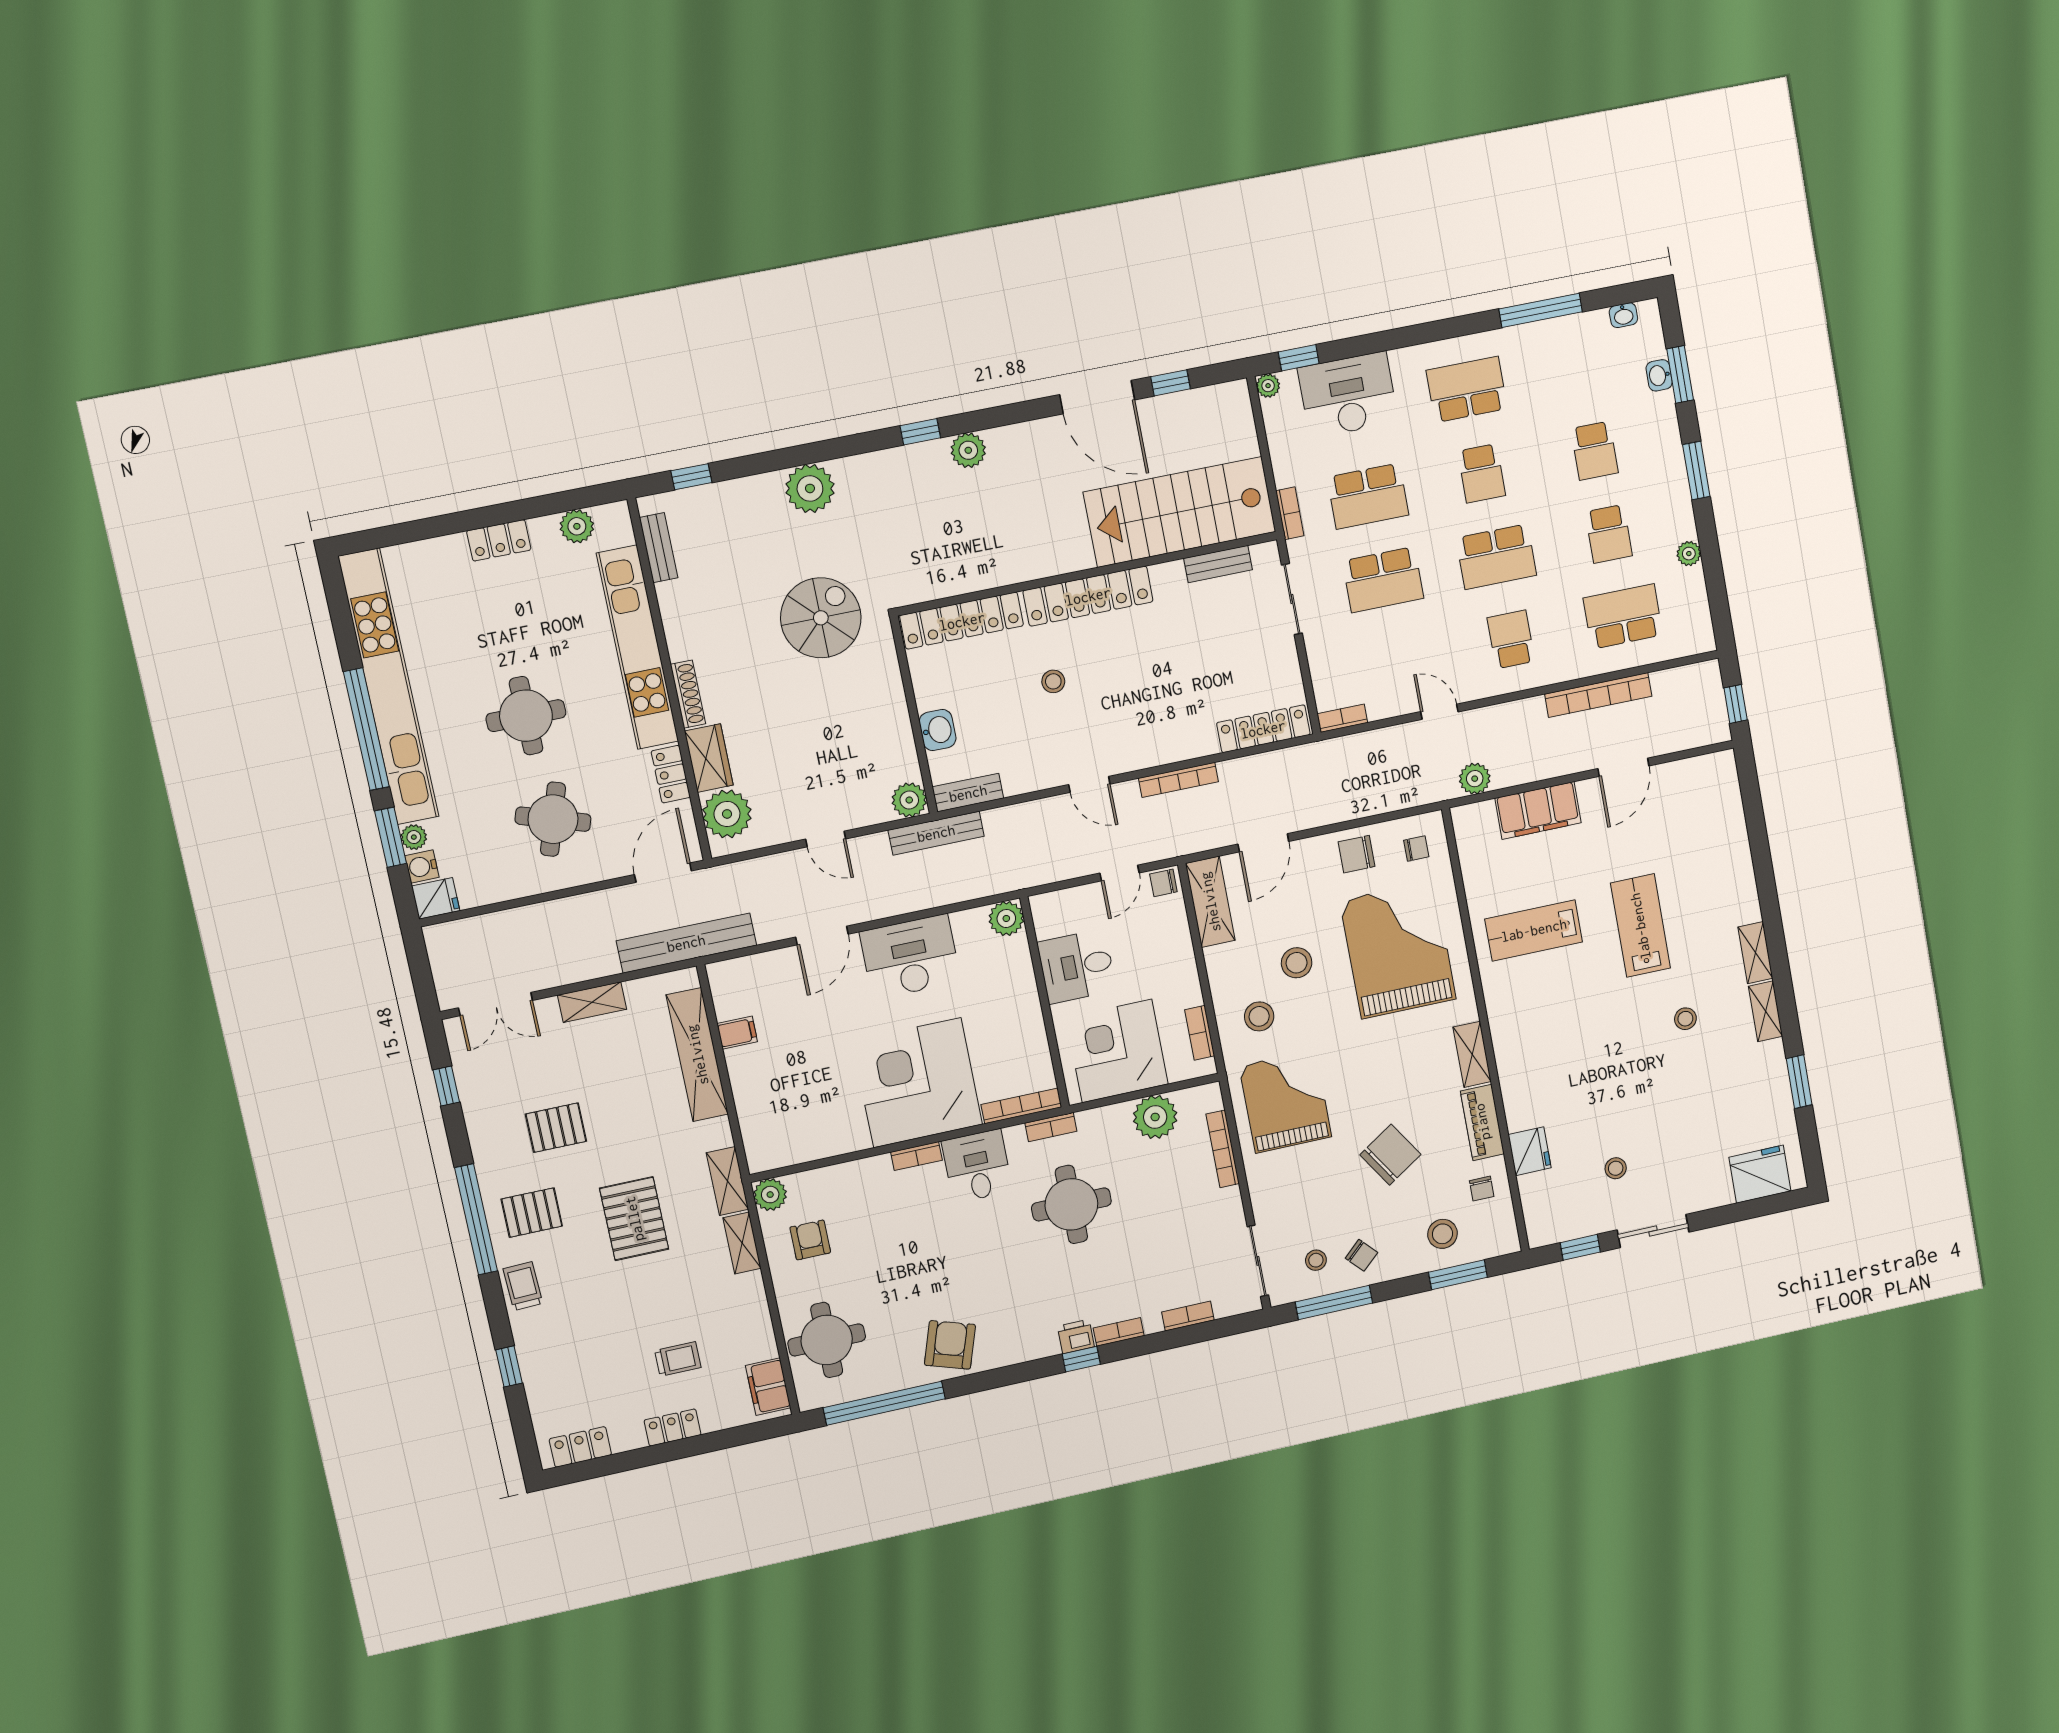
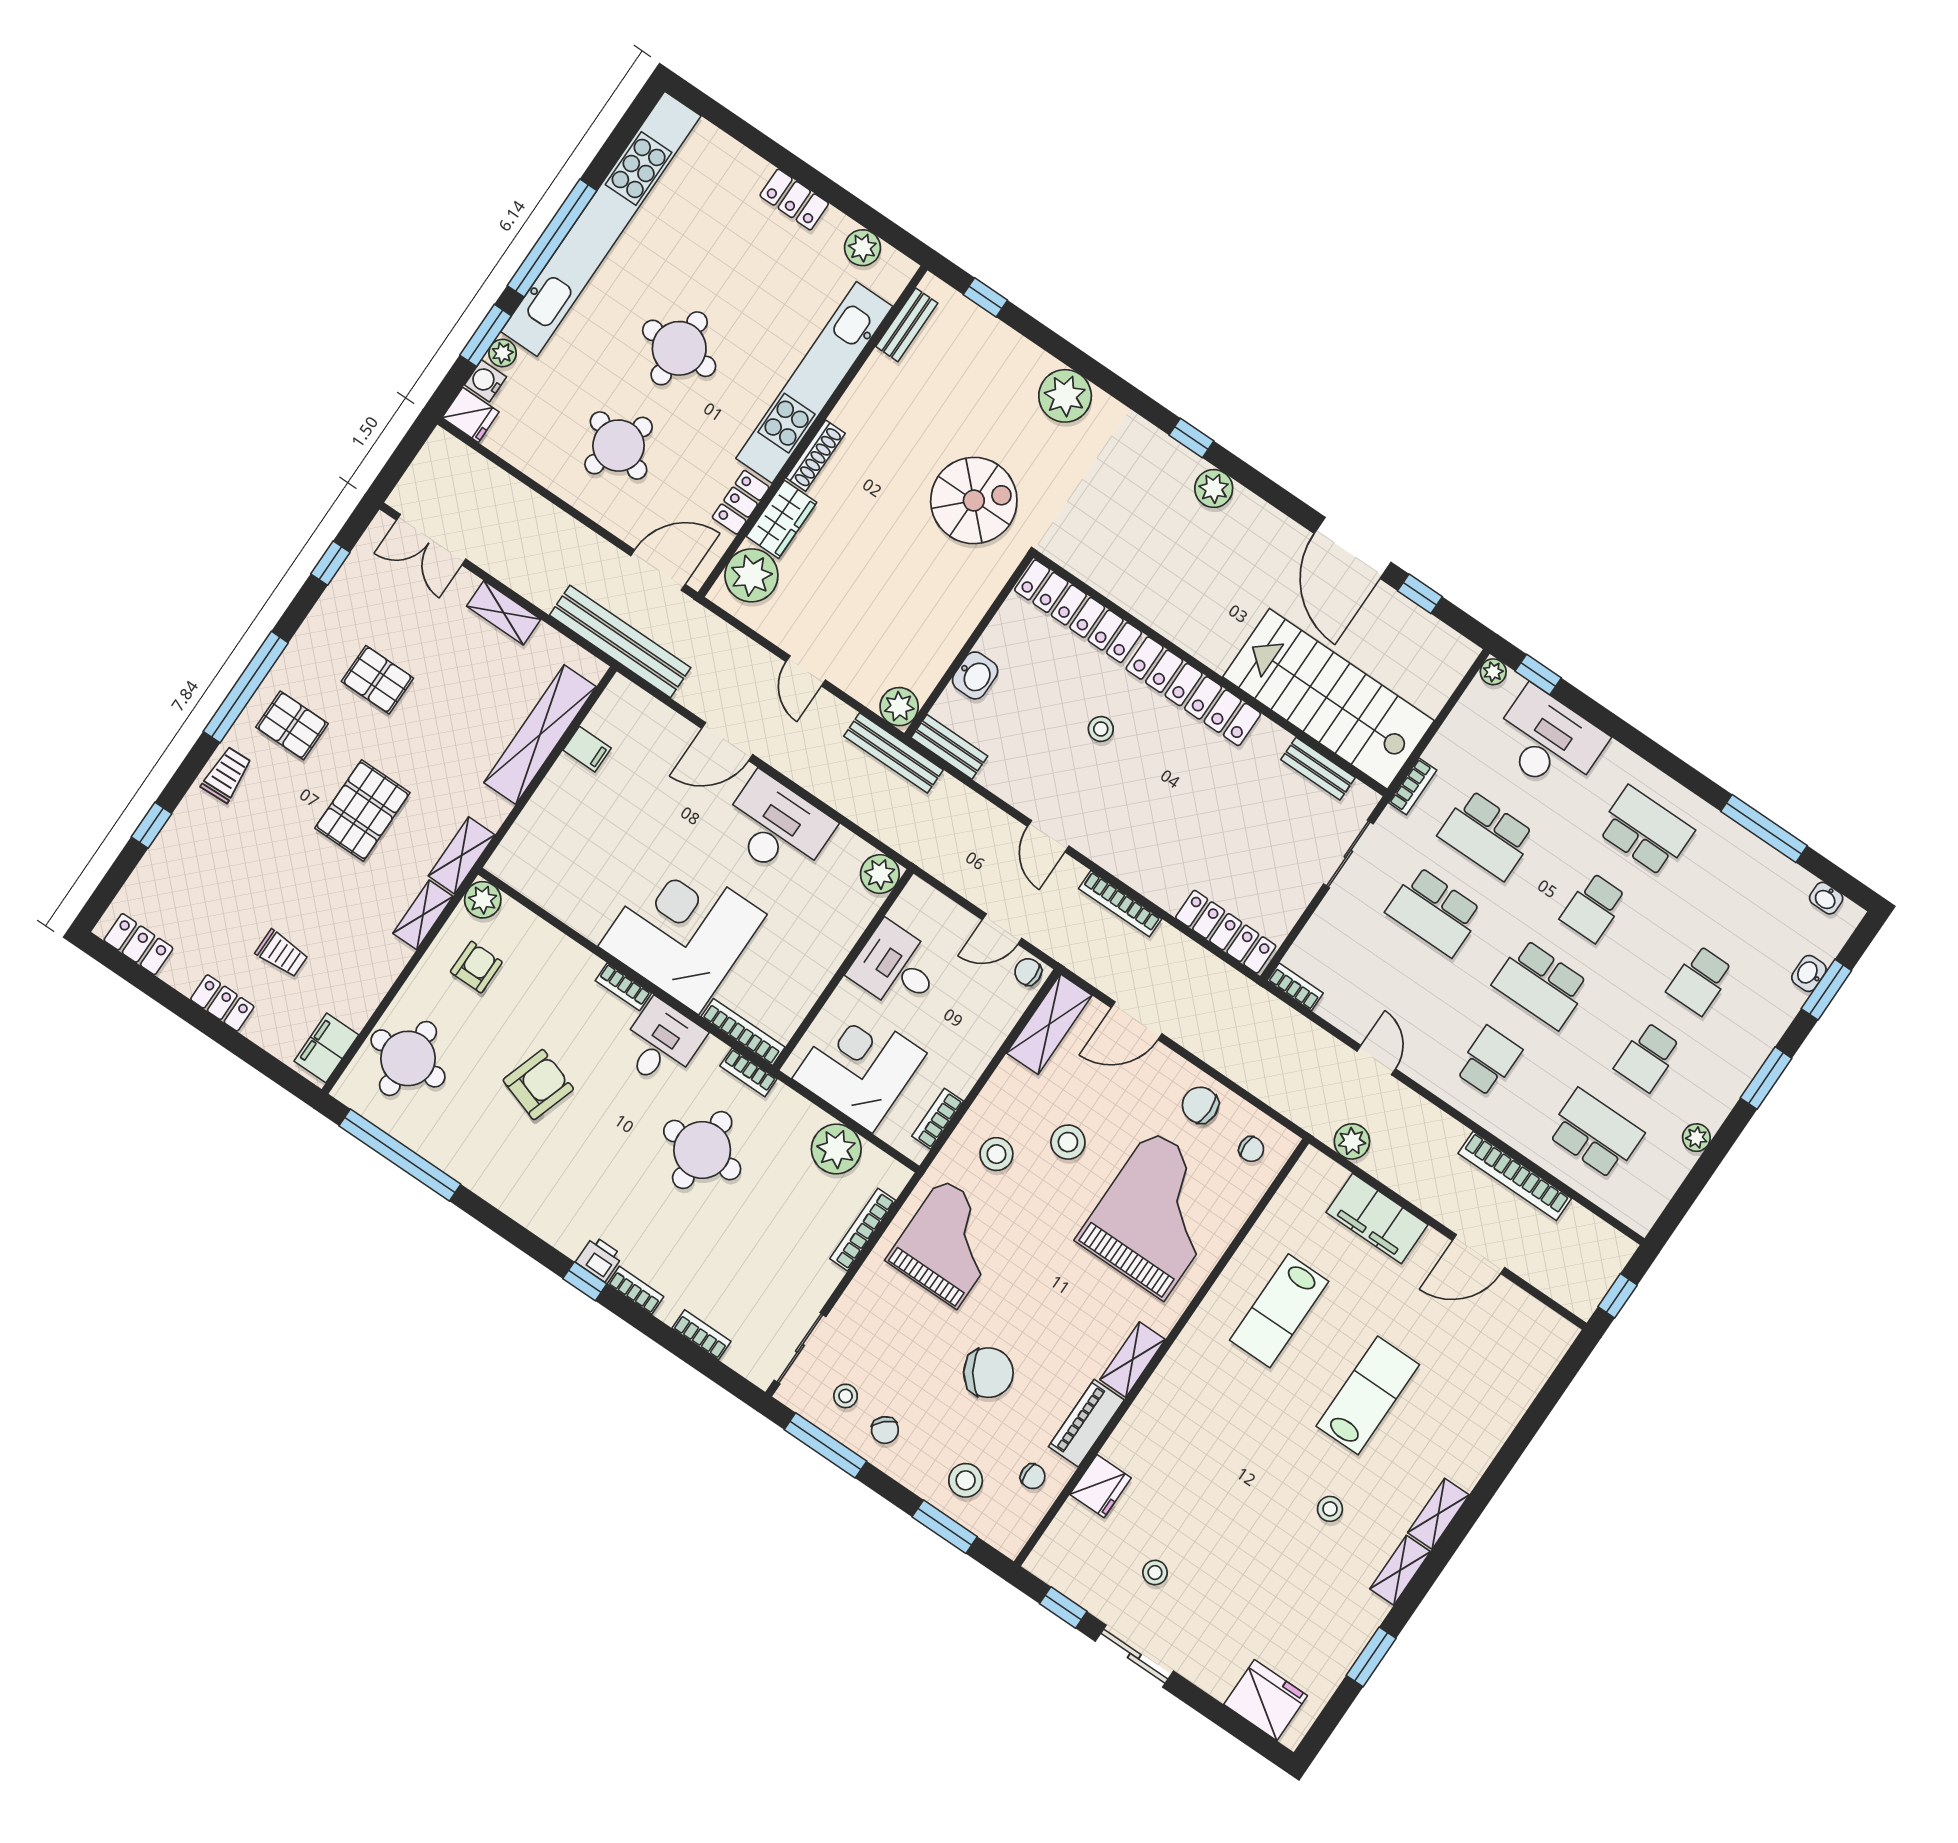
lab bench: (1534, 930) -> (1279, 1311), turned -90
chair: (1482, 1189) -> (1033, 1476), turned -90
armchair: (950, 1345) -> (538, 1085), moved

